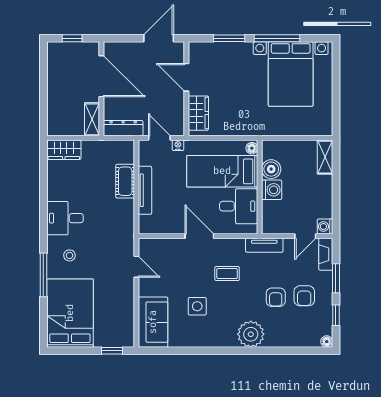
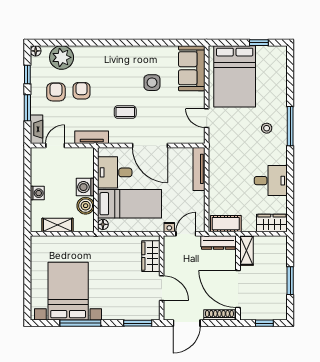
window: (229, 38) -> (138, 323), moved
shoe rack: (122, 47) -> (219, 315), added
window: (43, 86) -> (290, 281), added
door: (159, 138) -> (186, 234), swing flipped
shelving: (325, 157) -> (58, 225), moved, turned 90
cot: (125, 181) -> (226, 224), moved, turned 90
tv unit: (145, 190) -> (199, 169), moved
desk: (65, 218) -> (271, 181), moved
washing machine: (325, 227) -> (37, 193), moved
door: (199, 236) -> (150, 145), width x1.36
window: (43, 275) -> (290, 126), moved
bed: (70, 313) -> (235, 76), moved
plant: (251, 334) -> (62, 57), moved
window: (112, 351) -> (259, 43), moved

